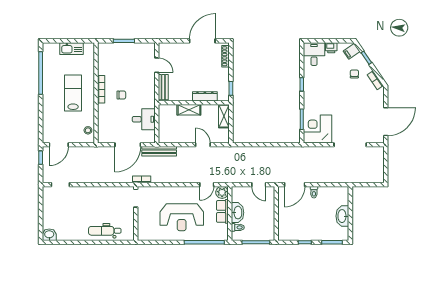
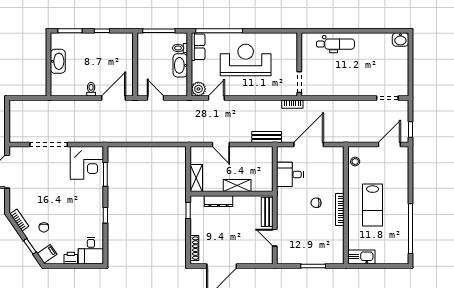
kitchen sink: (72, 49) -> (361, 257), moved
bench: (159, 151) -> (267, 137), width x0.73
row of seats: (222, 211) -> (198, 47), moved

